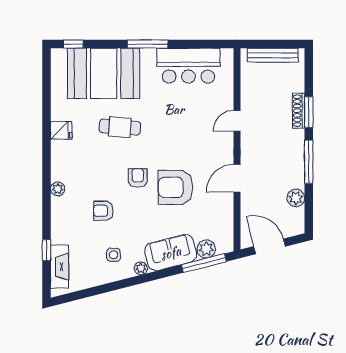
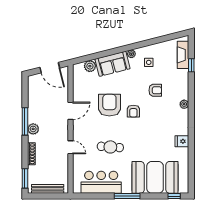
window: (309, 112) -> (25, 178), moved
door: (237, 121) -> (70, 147), hinge flipped
cafe table: (120, 127) -> (110, 147), moved
armchair: (176, 187) -> (109, 105), turned -90
plant: (296, 198) -> (33, 129), moved
window: (204, 263) -> (91, 57), removed

